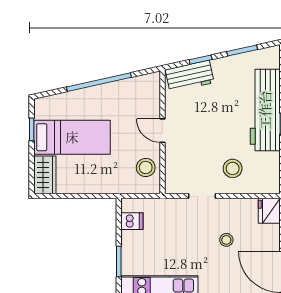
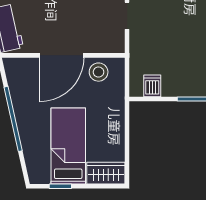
door: (162, 131) -> (62, 55), width x1.88

